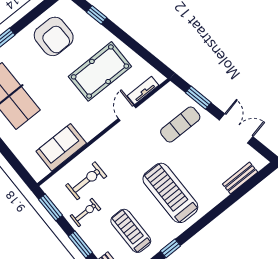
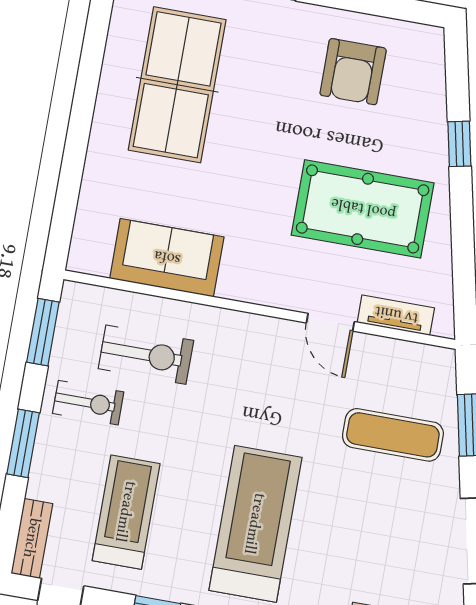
window: (97, 15) -> (459, 144), moved
armchair: (54, 36) -> (353, 72), width x0.73, depth x0.73
door: (127, 113) -> (330, 322), swing flipped

